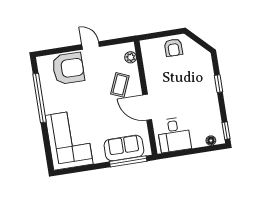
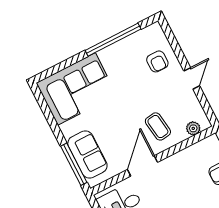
armchair: (68, 68) -> (157, 61), width x0.53, depth x0.53
coffee table: (120, 85) -> (158, 126), turned 59

